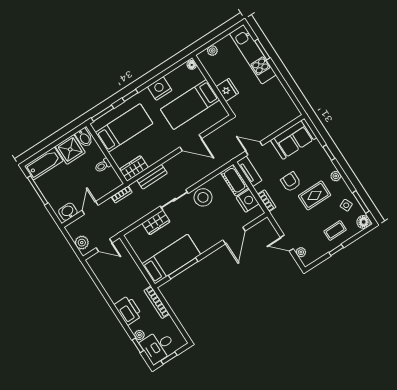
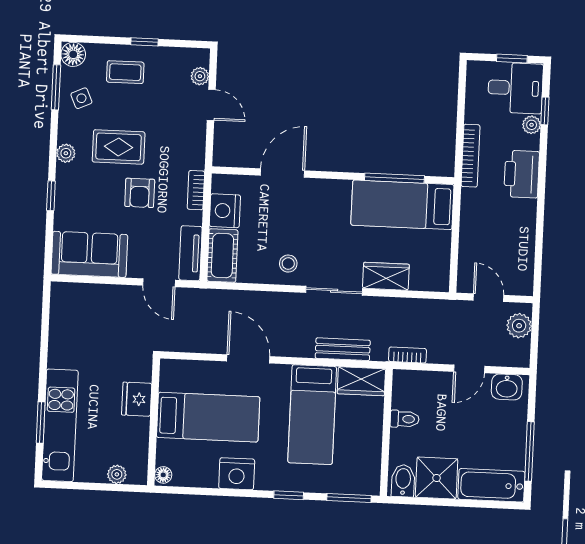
bed: (124, 128) -> (312, 415), moved, turned -90
stool: (203, 197) -> (288, 264), width x0.53, depth x0.53

